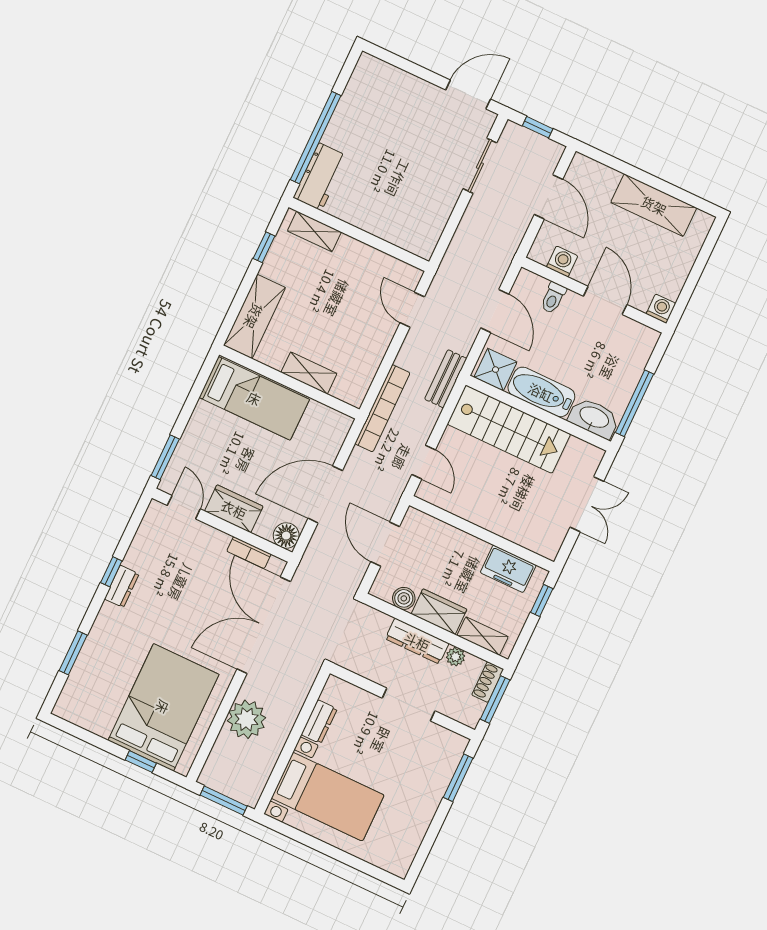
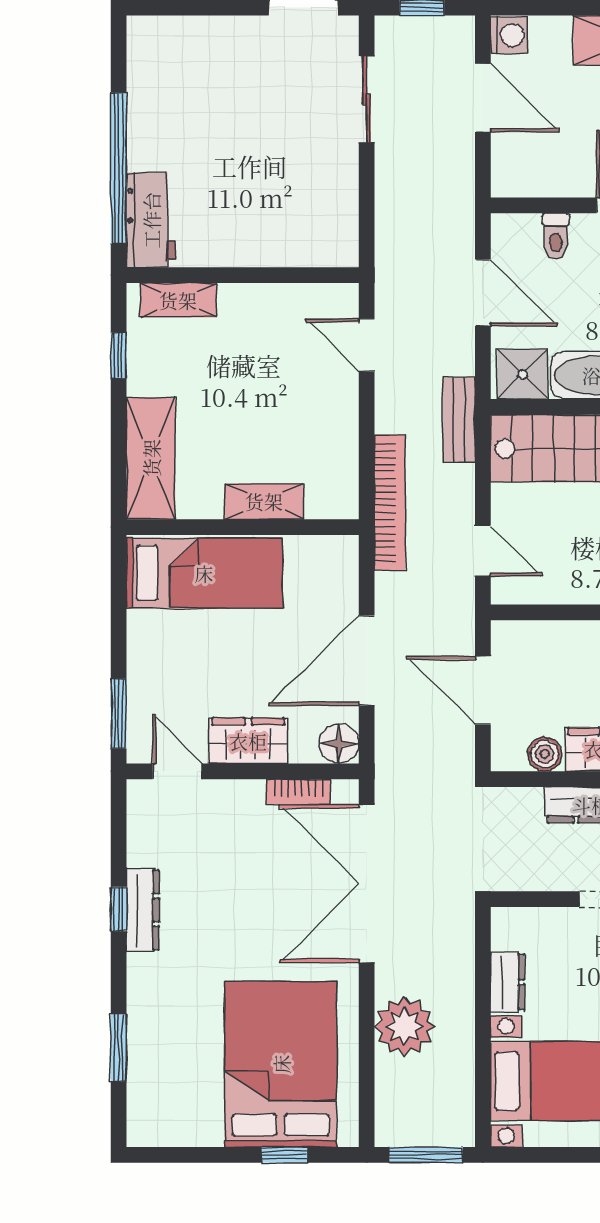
washing machine: (562, 261) -> (509, 35), moved, turned 90
dresser: (122, 586) -> (143, 910), width x1.44

